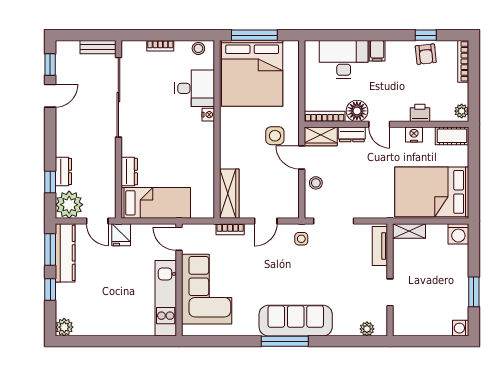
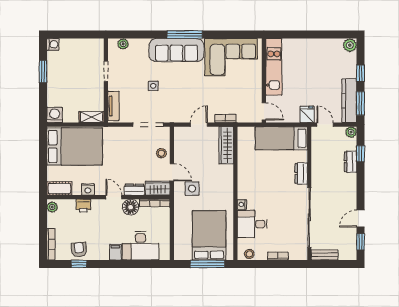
bed: (252, 73) -> (209, 235), width x0.73
dresser: (129, 171) -> (301, 173), moved
plant: (69, 205) -> (351, 132), width x0.53, depth x0.53
side table: (301, 239) -> (153, 86), moved
corner sofa: (207, 289) -> (231, 57), moved, turned -90

